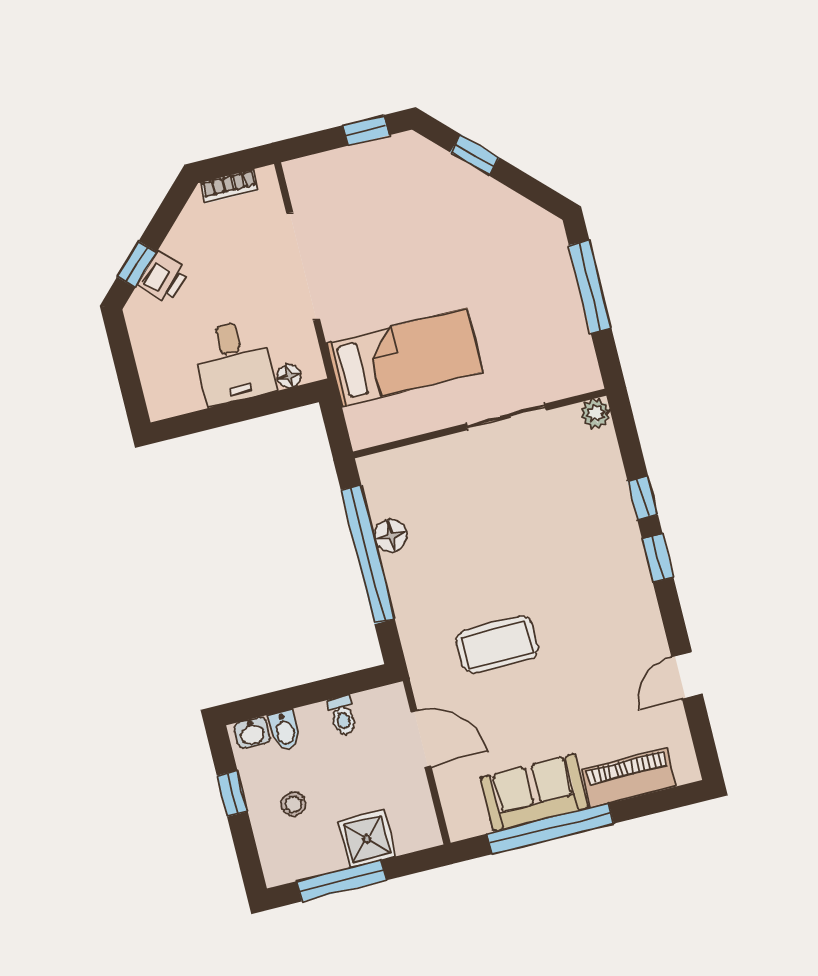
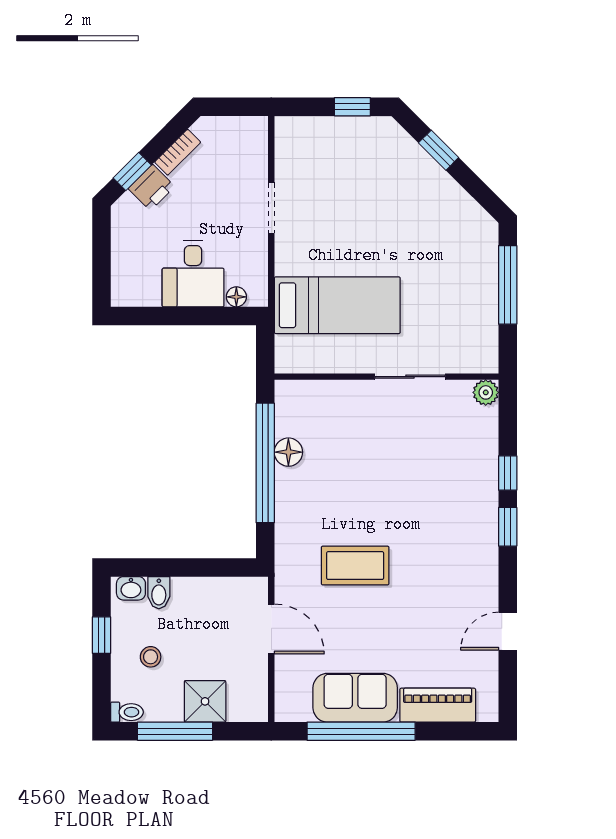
bookcase: (229, 186) -> (178, 152), moved, turned -45
doorway: (303, 266) -> (271, 208), width x0.53
toilet: (342, 716) -> (127, 712), moved, turned -90

